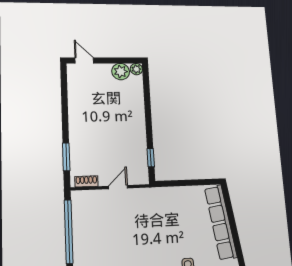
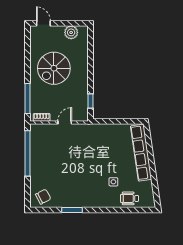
plant: (136, 69) -> (84, 30), removed
spiral stairs: (100, 117) -> (54, 68), added
window: (66, 157) -> (28, 99), width x1.44

